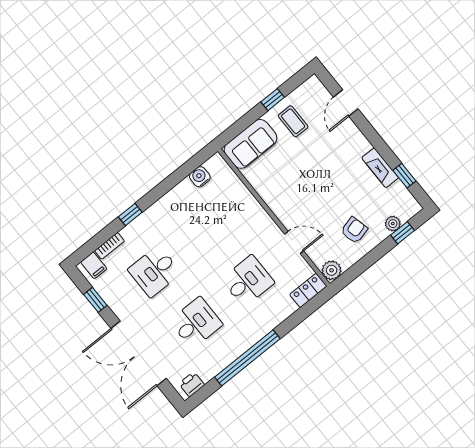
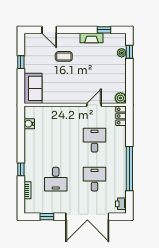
coffee table: (293, 121) -> (64, 56), moved
armchair: (354, 230) -> (110, 73), removed
filing cabinet: (94, 265) -> (31, 205), removed

